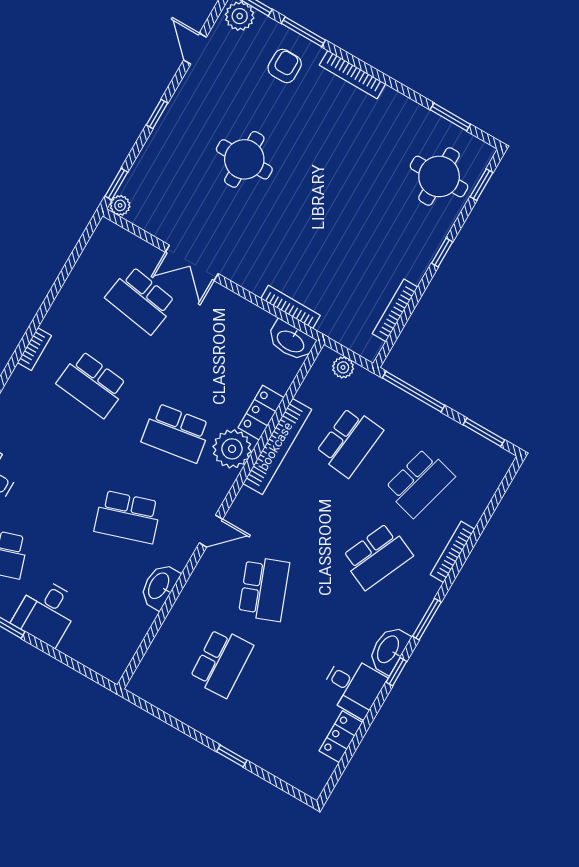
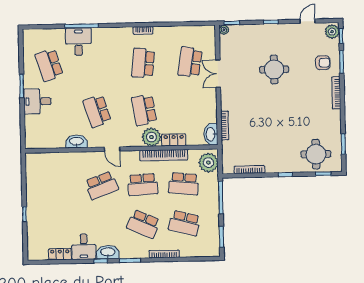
plant: (343, 367) -> (208, 163), width x1.87, depth x1.87
school desk: (221, 662) -> (143, 185), moved

